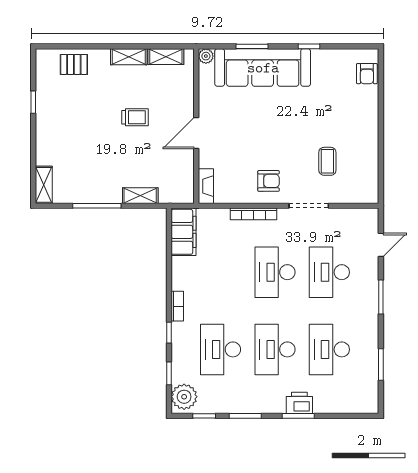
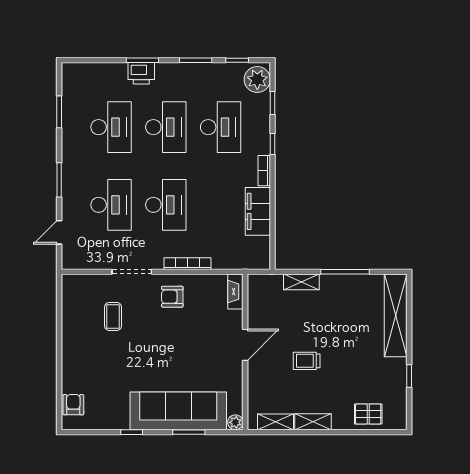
shelving: (44, 185) -> (396, 315), width x2.20, depth x1.33
filing cabinet: (184, 232) -> (258, 211), moved

